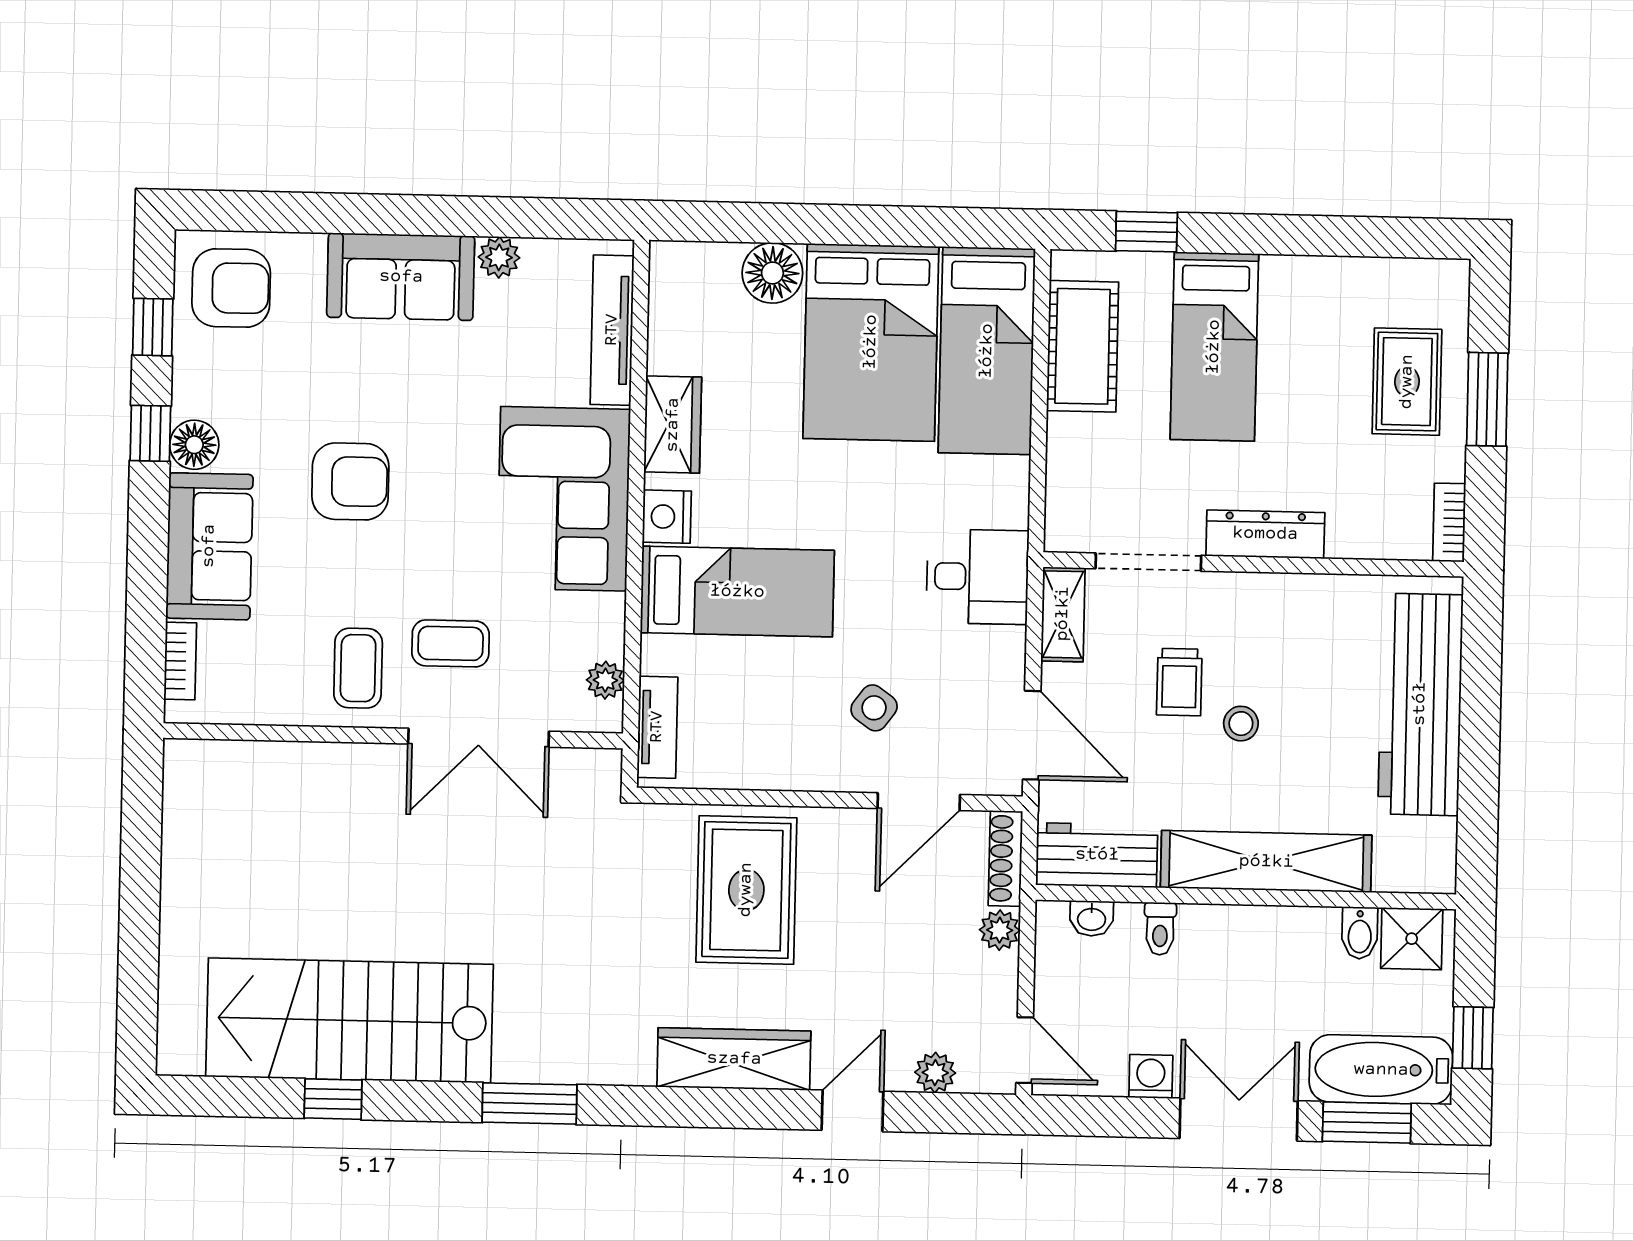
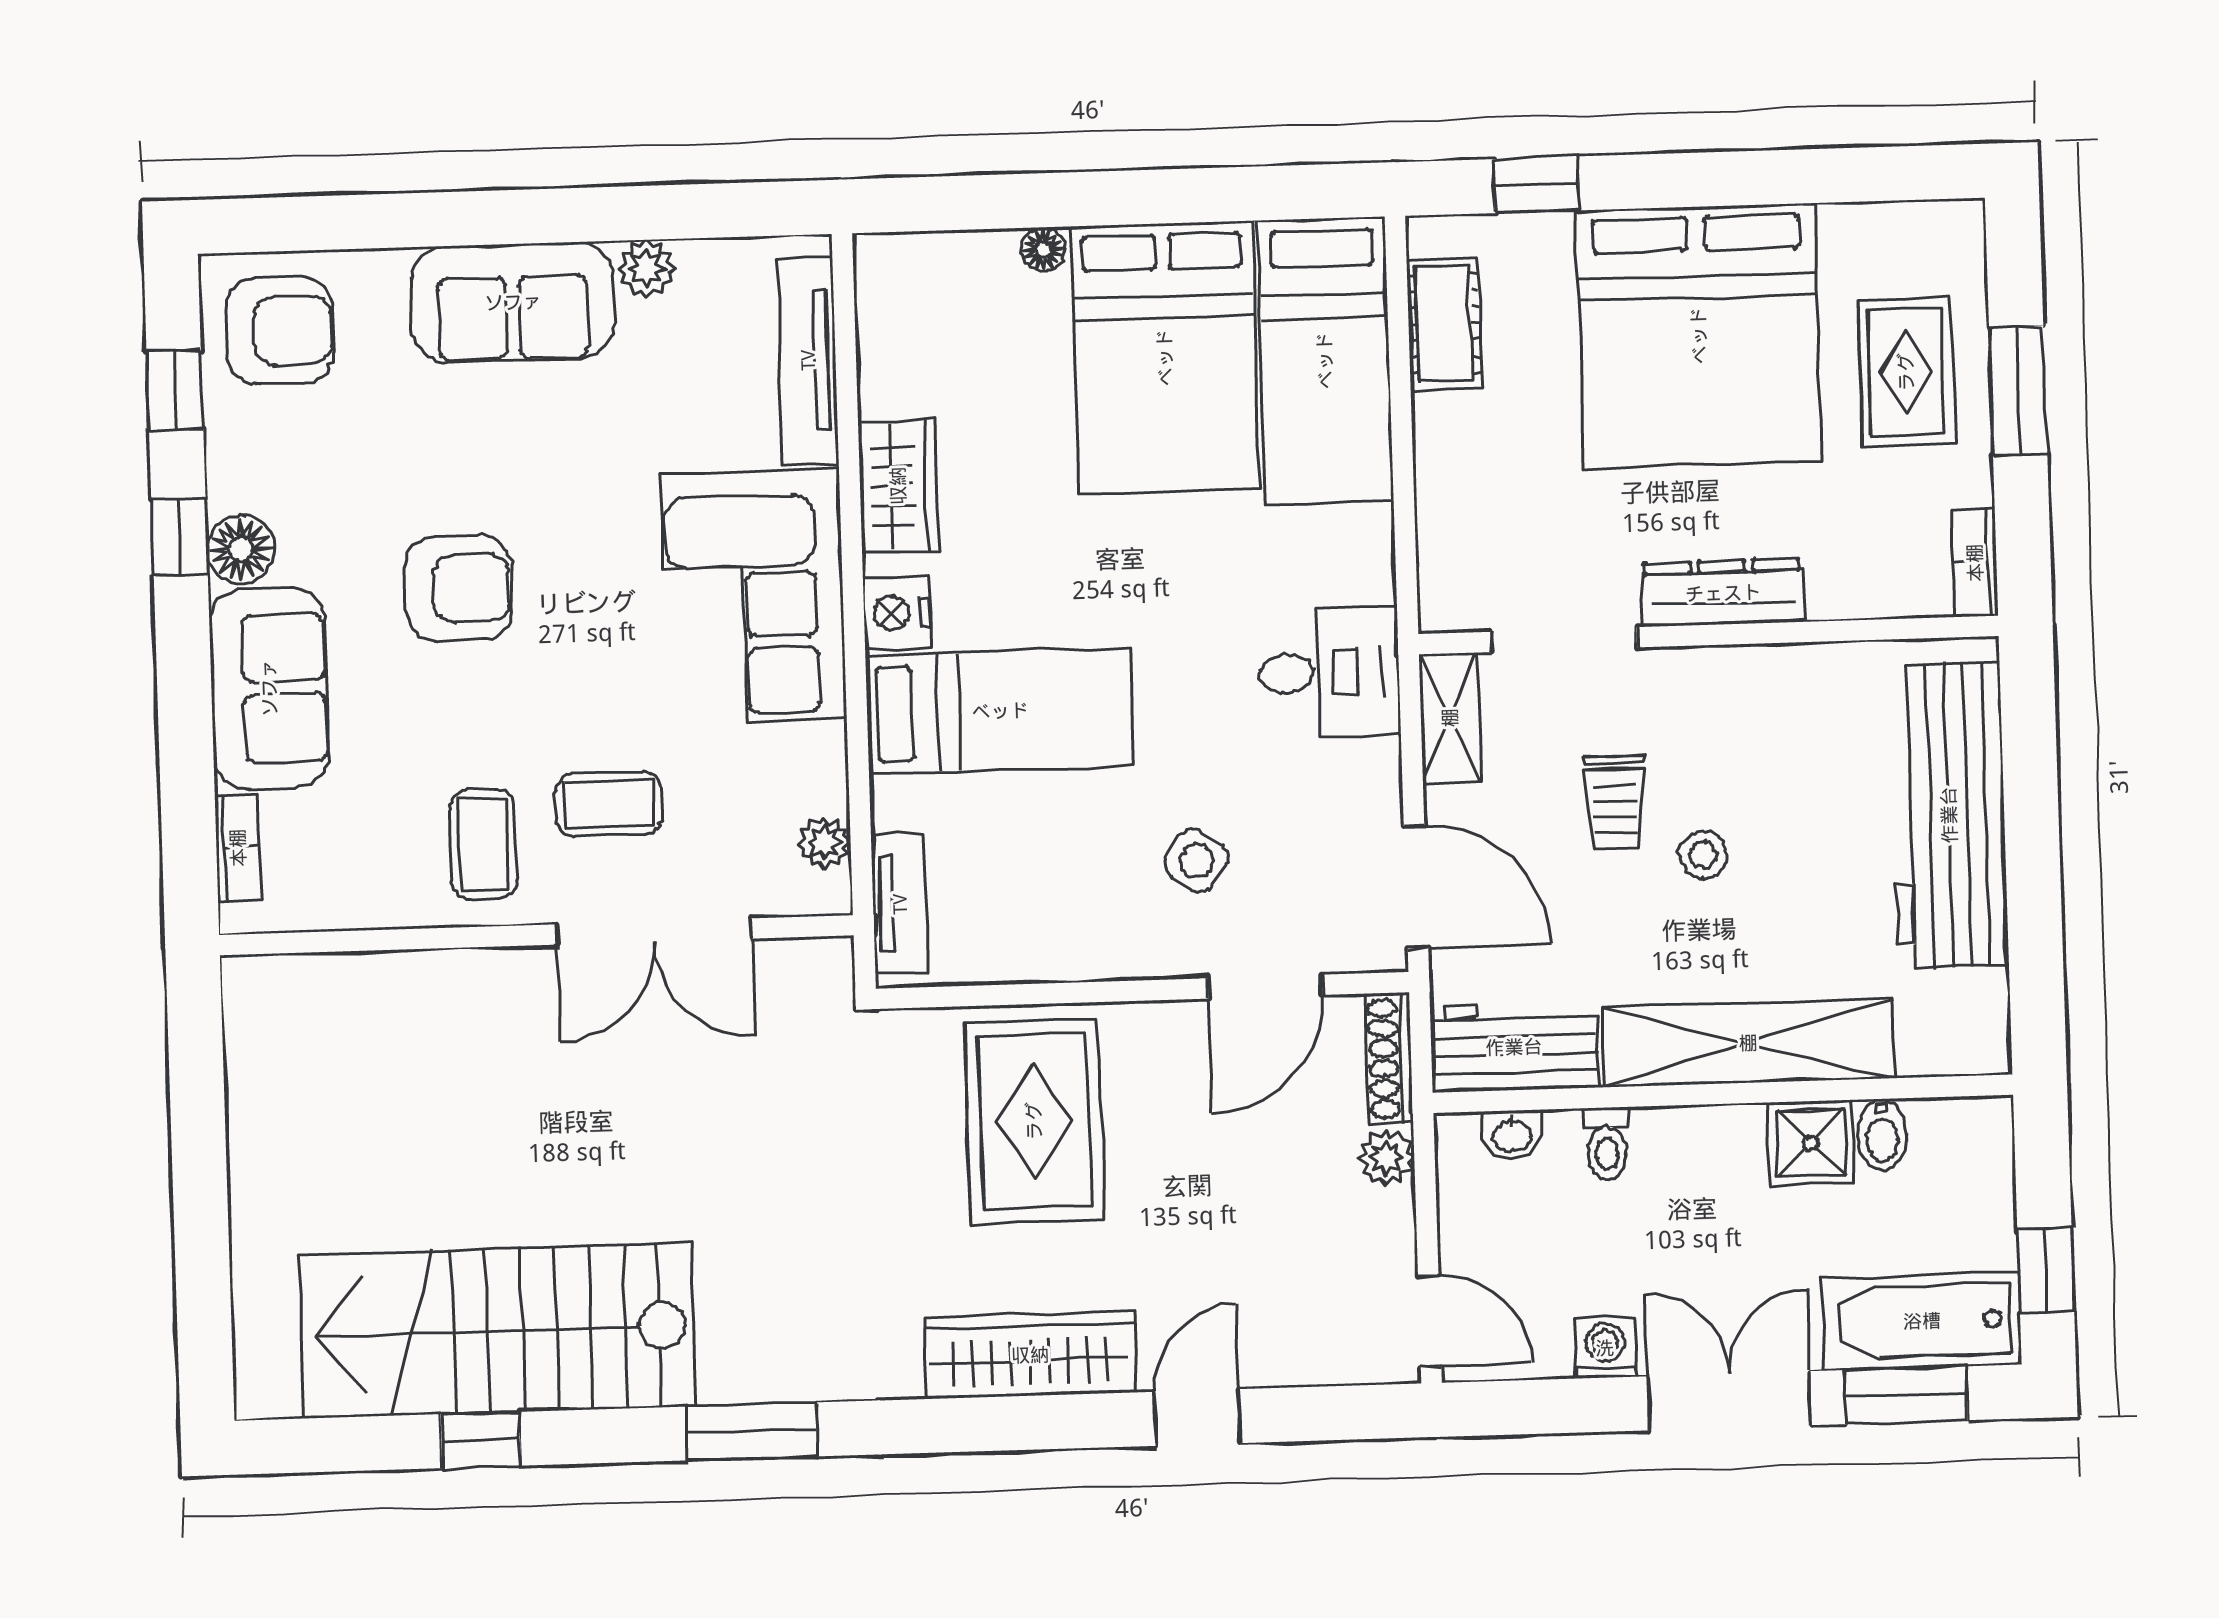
floor lamp: (772, 273) -> (1043, 249), width x0.53, depth x0.53
cot: (1083, 346) -> (1444, 324), width x0.73, depth x0.75
bed: (1214, 347) -> (1699, 336), width x2.04
shower: (1412, 939) -> (1811, 1143), moved
plant: (935, 1073) -> (1308, 1359), removed

